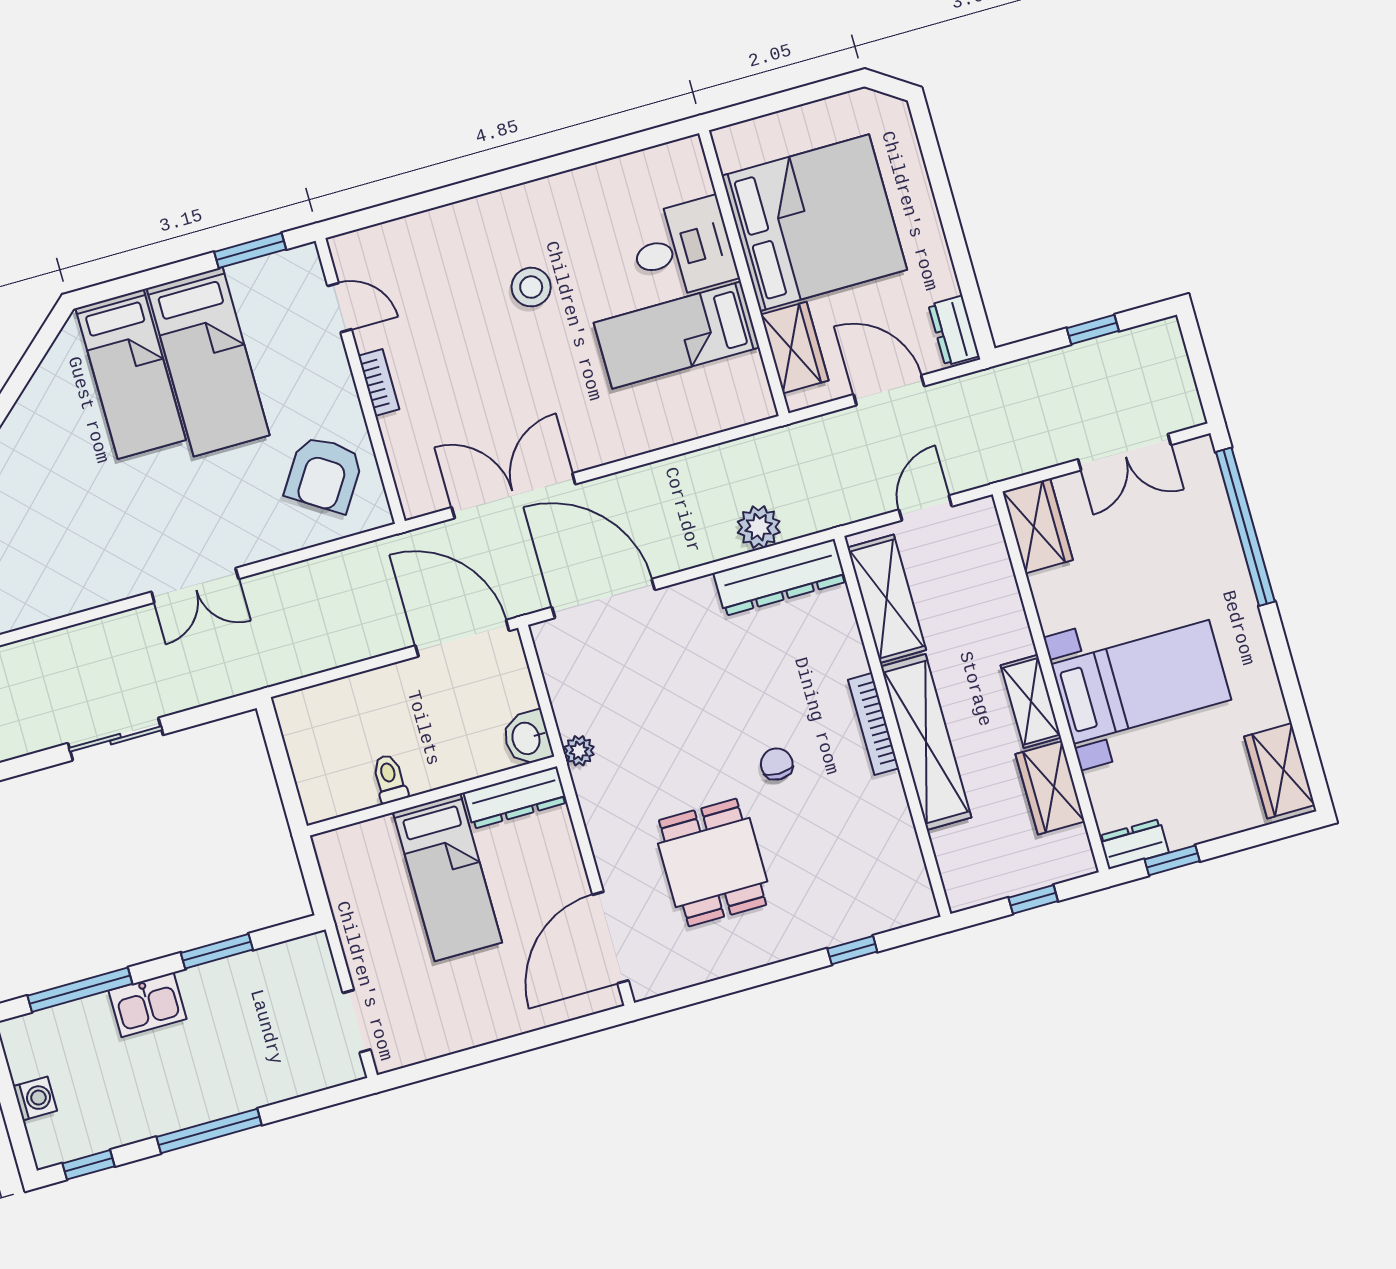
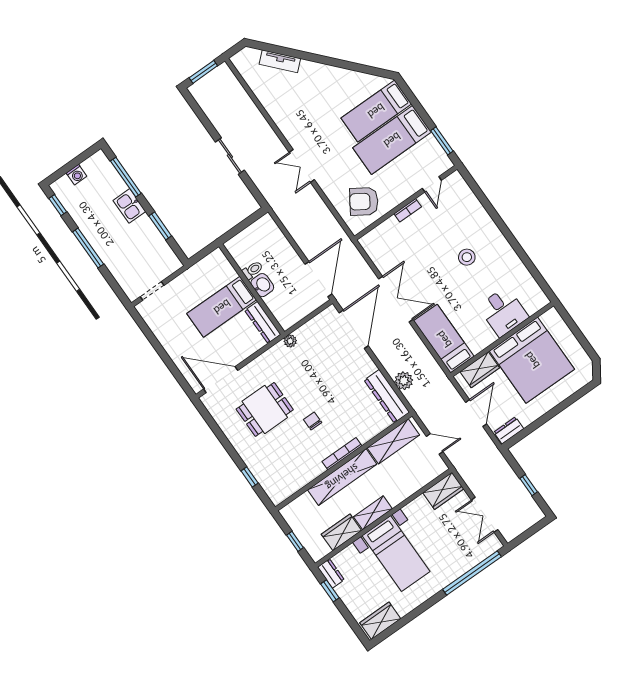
bed: (677, 335) -> (444, 339), moved
double door: (514, 496) -> (396, 299), moved
washbasin: (527, 738) -> (262, 285), moved, turned 90
chair: (777, 764) -> (313, 421), turned -90

